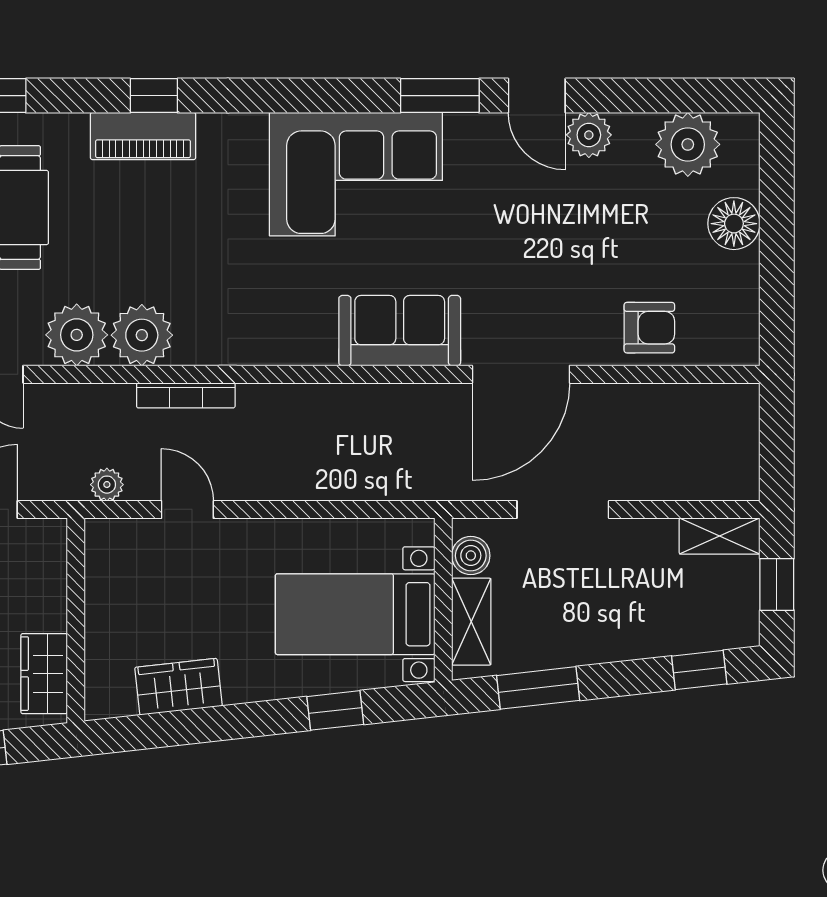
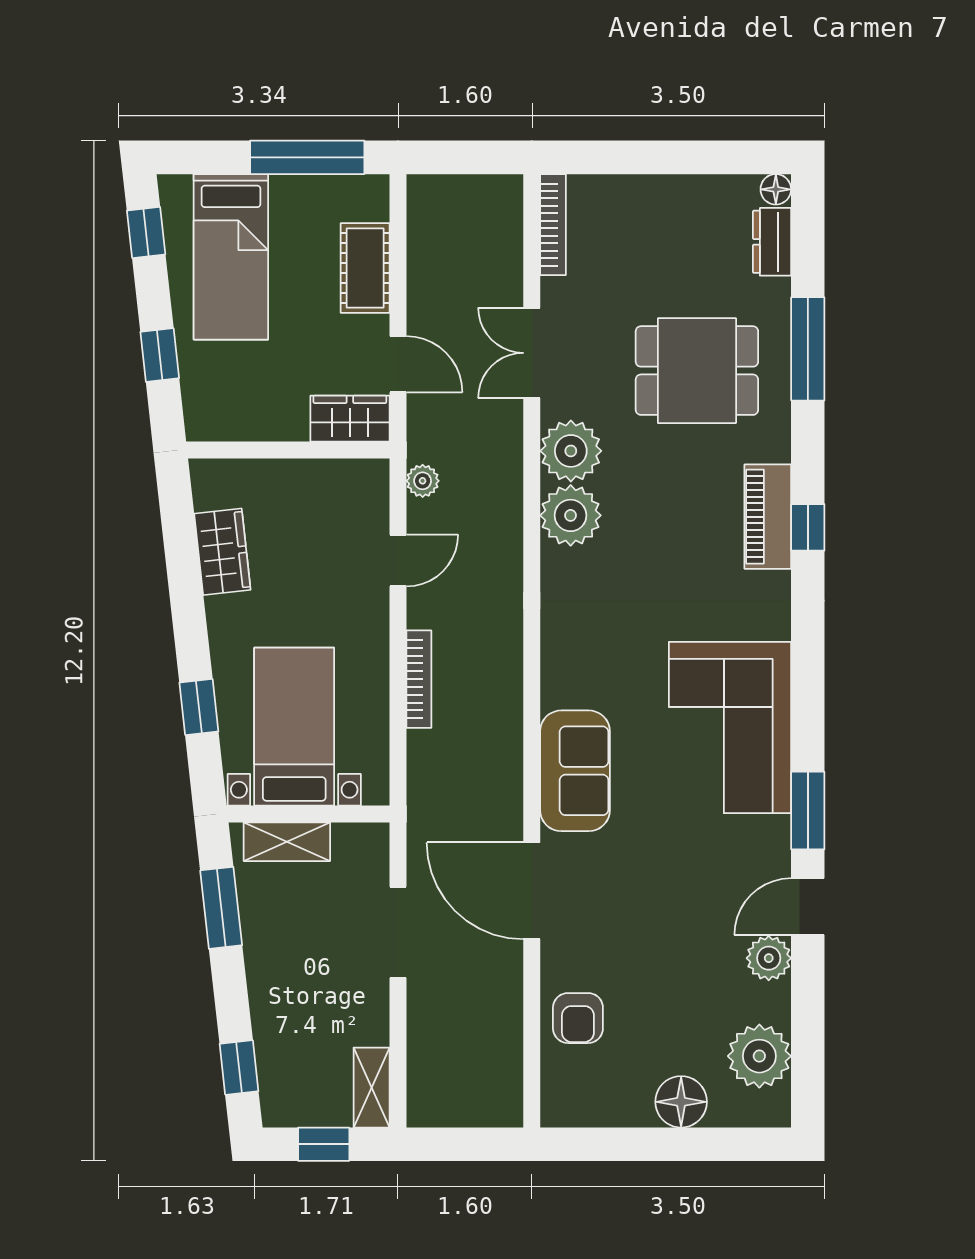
bookcase: (186, 395) -> (419, 679), moved, turned 180
boiler: (471, 556) -> (352, 841), removed
wardrobe: (44, 674) -> (350, 419), moved

